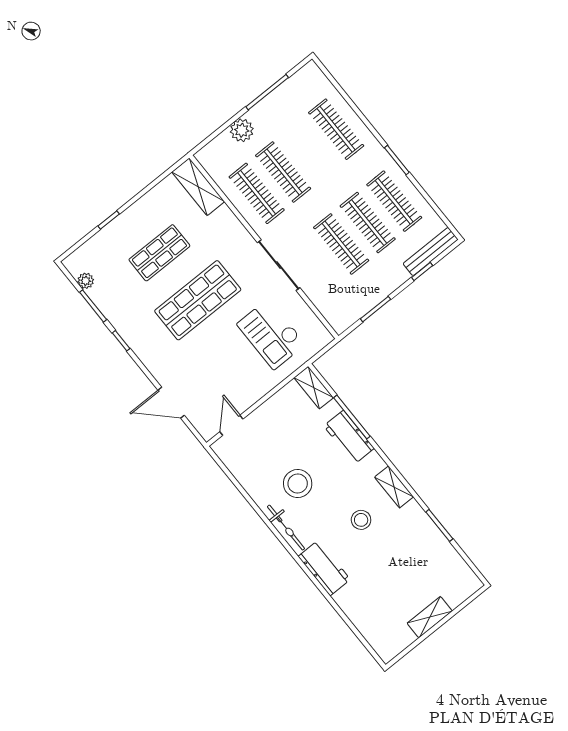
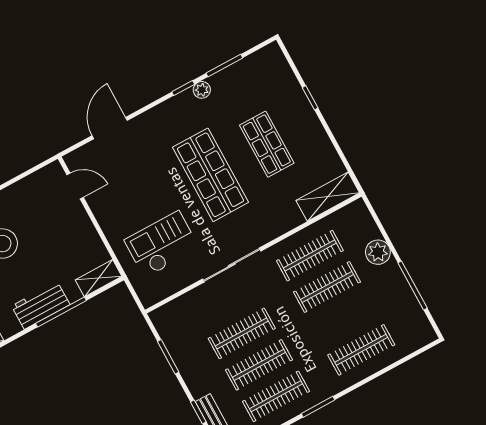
plant: (86, 281) -> (202, 90), moved

